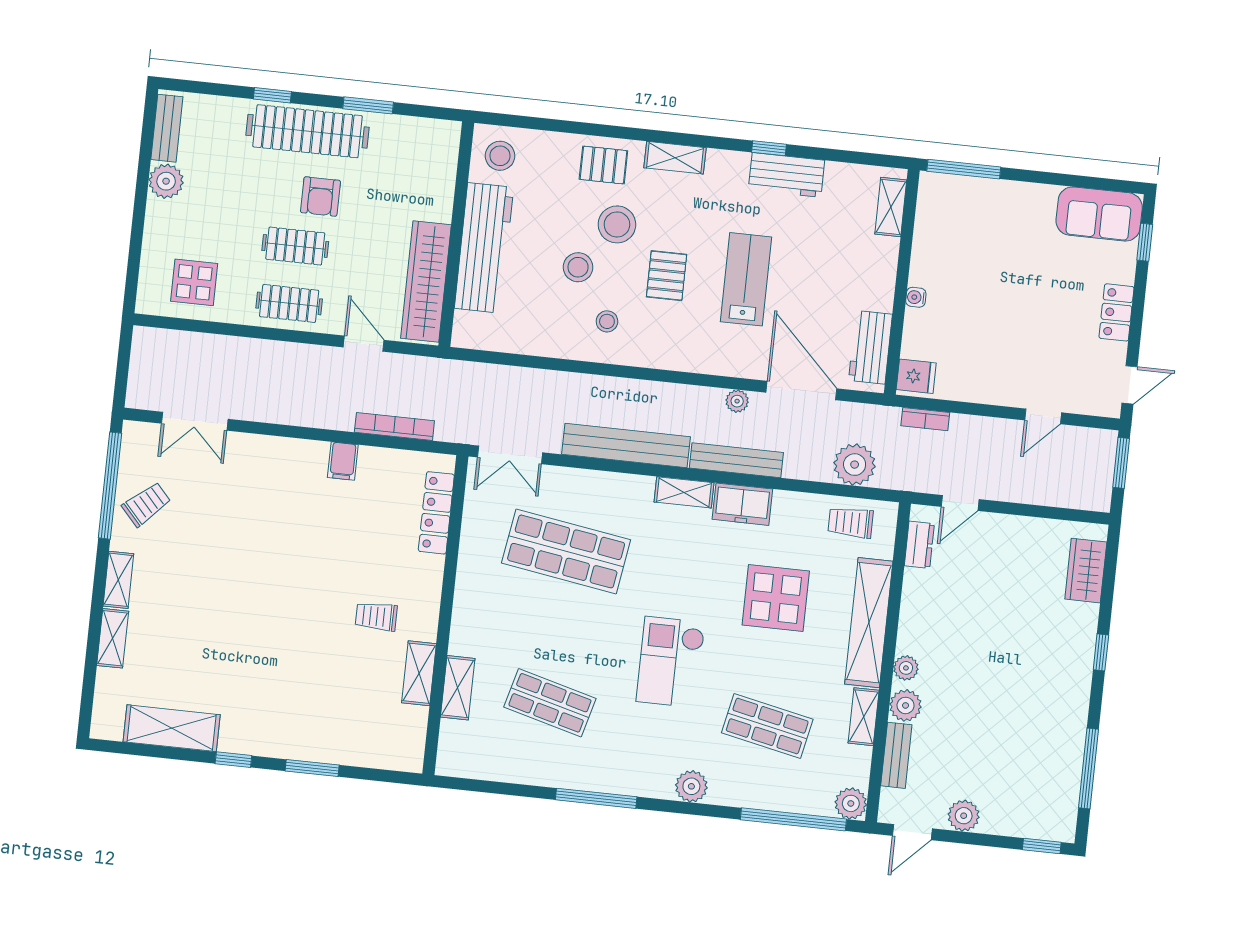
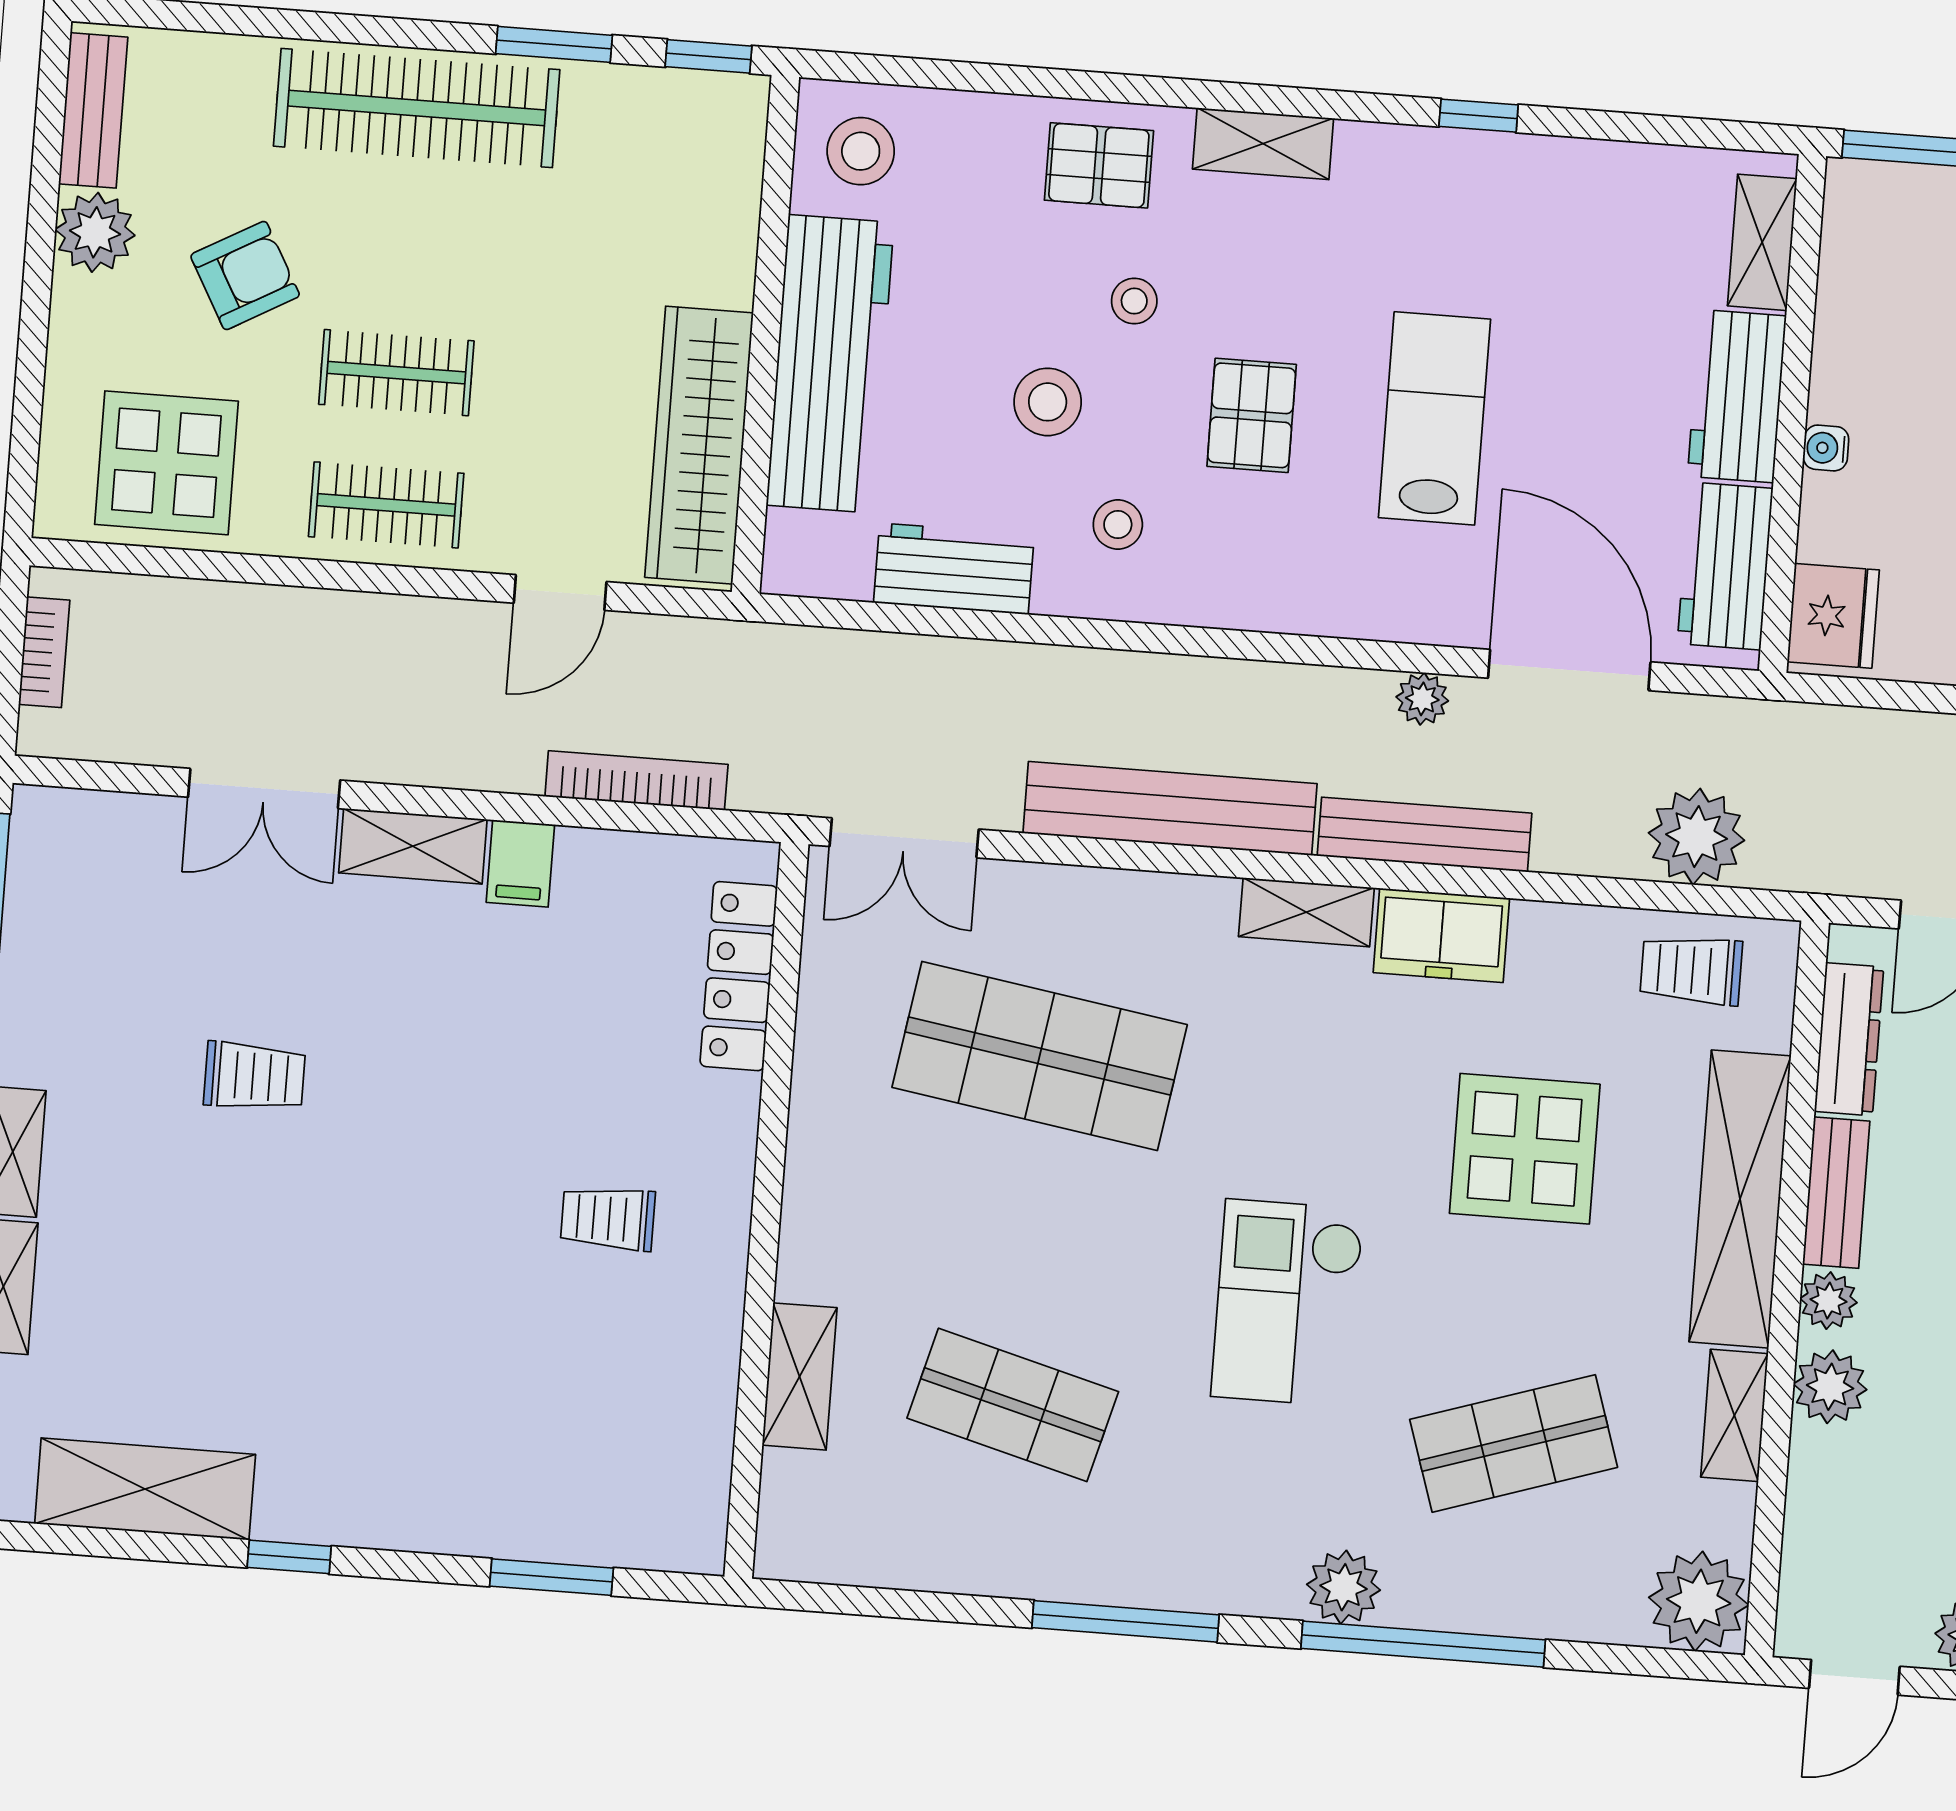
window: (272, 95) -> (709, 56), moved
workbench: (786, 175) -> (1737, 396), moved, turned 90
armchair: (320, 196) -> (245, 275), moved, turned -119
stool: (617, 224) -> (1134, 301), width x0.53, depth x0.53
display table: (194, 282) -> (166, 463), width x1.36, depth x1.36
workbench: (535, 339) -> (954, 569), added
door: (364, 344) -> (560, 592), swing flipped
fridge: (916, 376) -> (1833, 616), width x1.38
bookcase: (925, 419) -> (44, 652), moved, turned -90
double door: (195, 421) -> (264, 789), moved
trolley: (146, 504) -> (254, 1076), moved, turned 42
dresser: (919, 545) -> (1849, 1039), width x1.44
shelving: (419, 673) -> (413, 846), moved, turned 90
shop shelf: (767, 726) -> (1514, 1443), turned -30
bench: (896, 755) -> (1836, 1193), moved
window: (312, 768) -> (552, 1577), moved
plant: (851, 803) -> (1699, 1601), width x1.36, depth x1.36
window: (793, 819) -> (1423, 1644), moved

